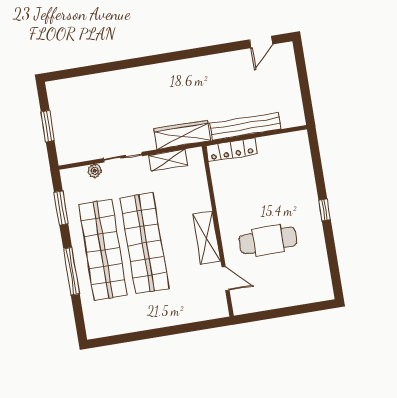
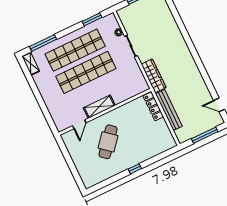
window: (303, 80) -> (205, 135), added
shelving: (168, 160) -> (31, 64), moved
cafe table: (268, 240) -> (108, 142), turned 40
window: (71, 271) -> (43, 43), moved

